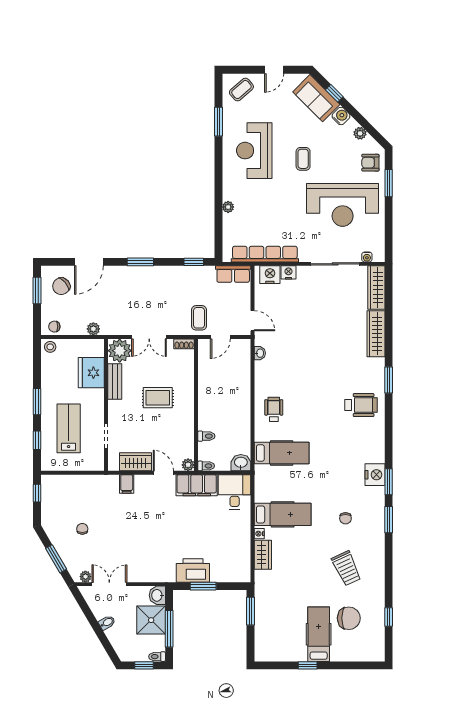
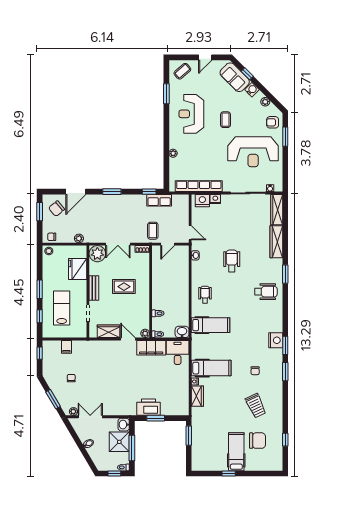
row of seats: (233, 274) -> (159, 200), moved
wheelchair: (312, 361) -> (232, 261), added
bench: (115, 381) -> (94, 288), moved
filing cabinet: (127, 484) -> (66, 347), moved

